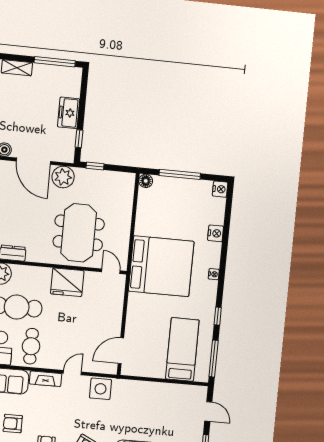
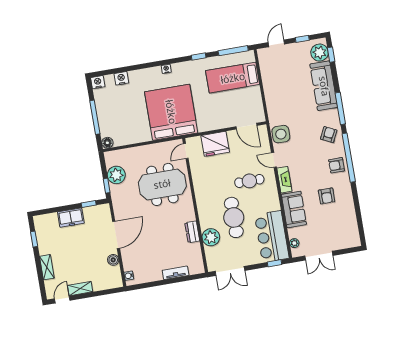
window: (55, 62) -> (34, 239), width x0.46
plant: (63, 177) -> (116, 175), moved
nightstand: (216, 233) -> (121, 78), moved
fridge: (67, 282) -> (215, 144), moved, turned 90
cafe table: (31, 346) -> (249, 181), moved

